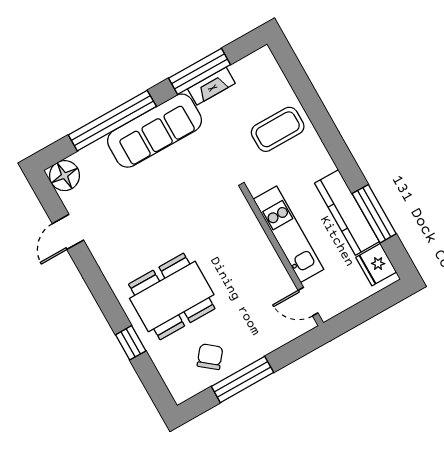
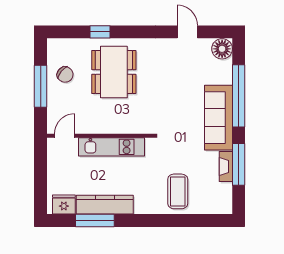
kitchen unit: (289, 234) -> (111, 147), moved
wall: (283, 257) -> (100, 136), moved
door: (308, 302) -> (65, 136), moved

